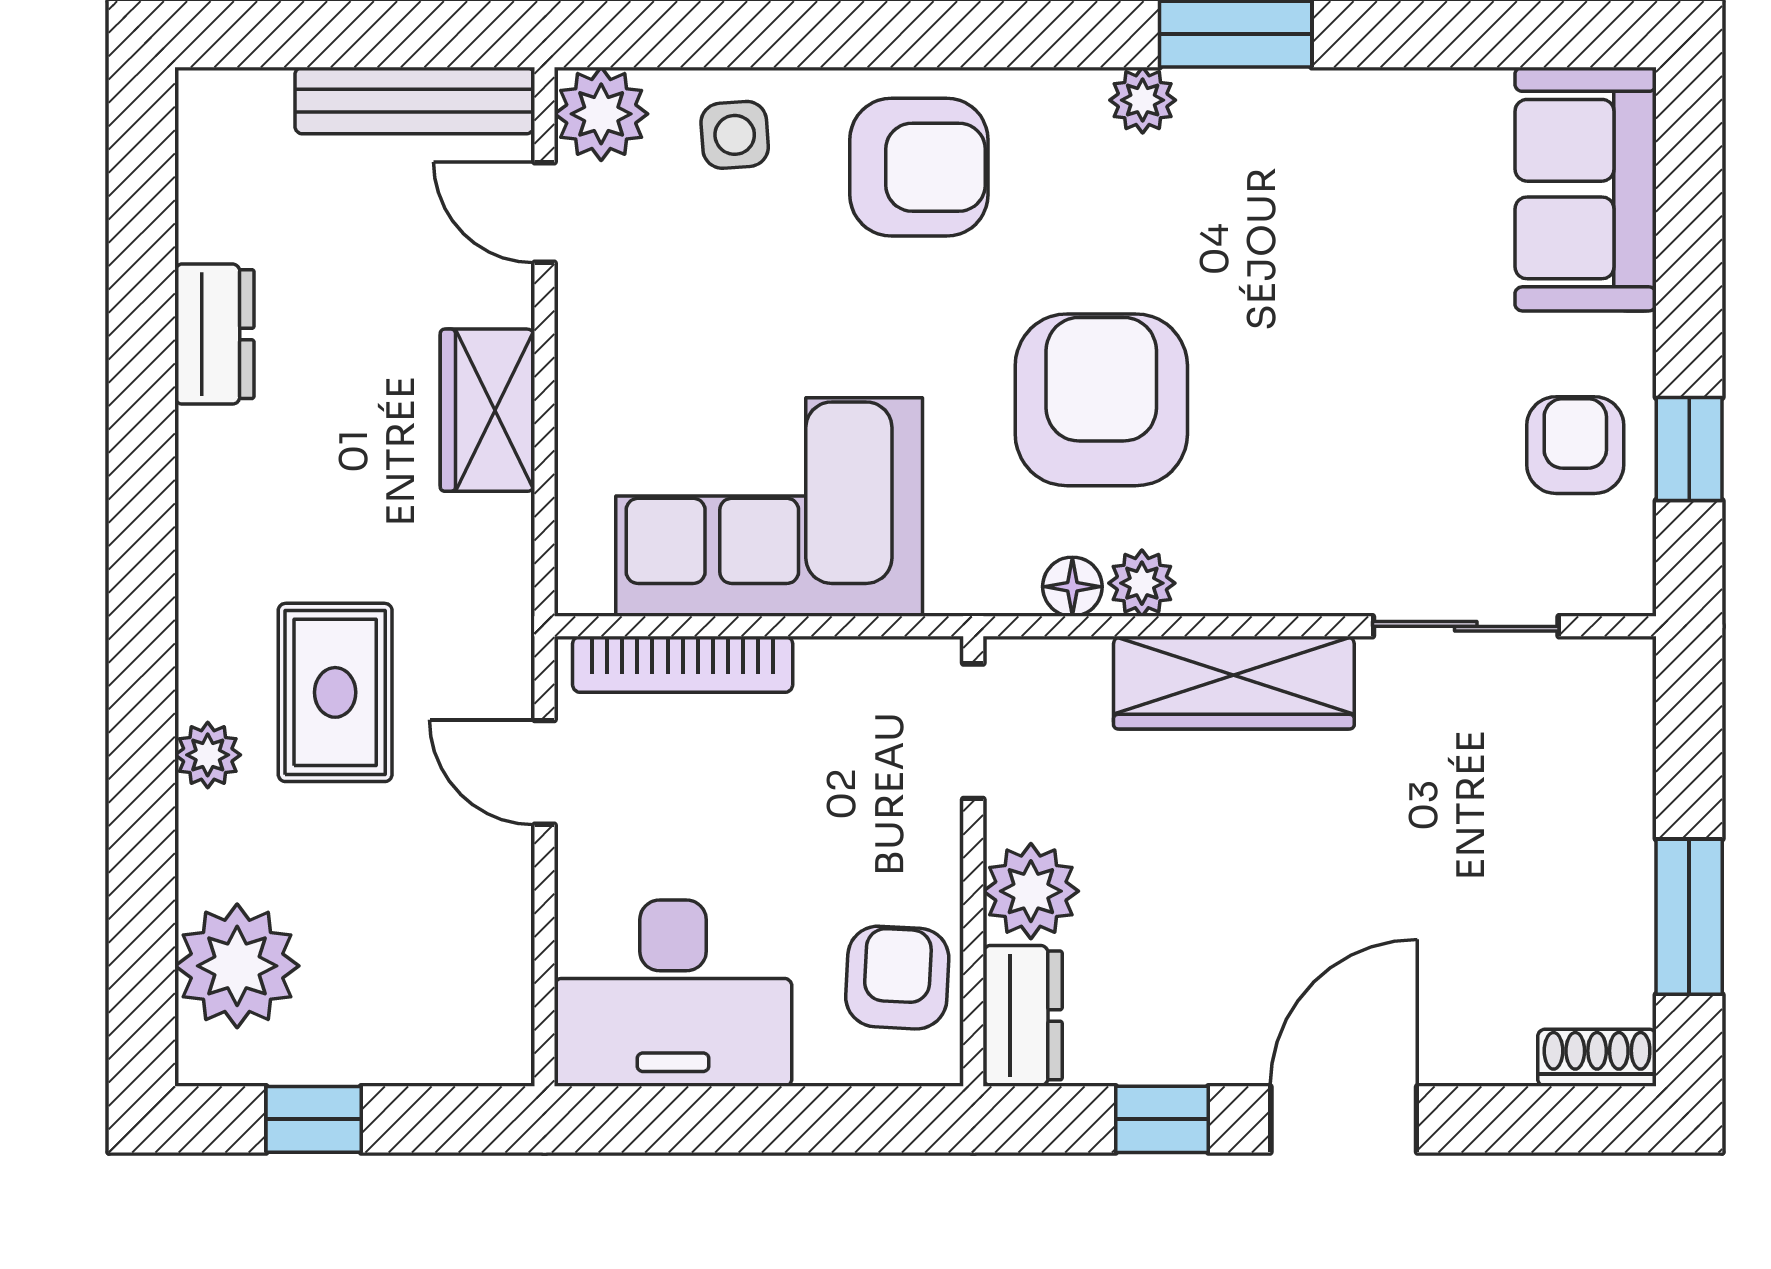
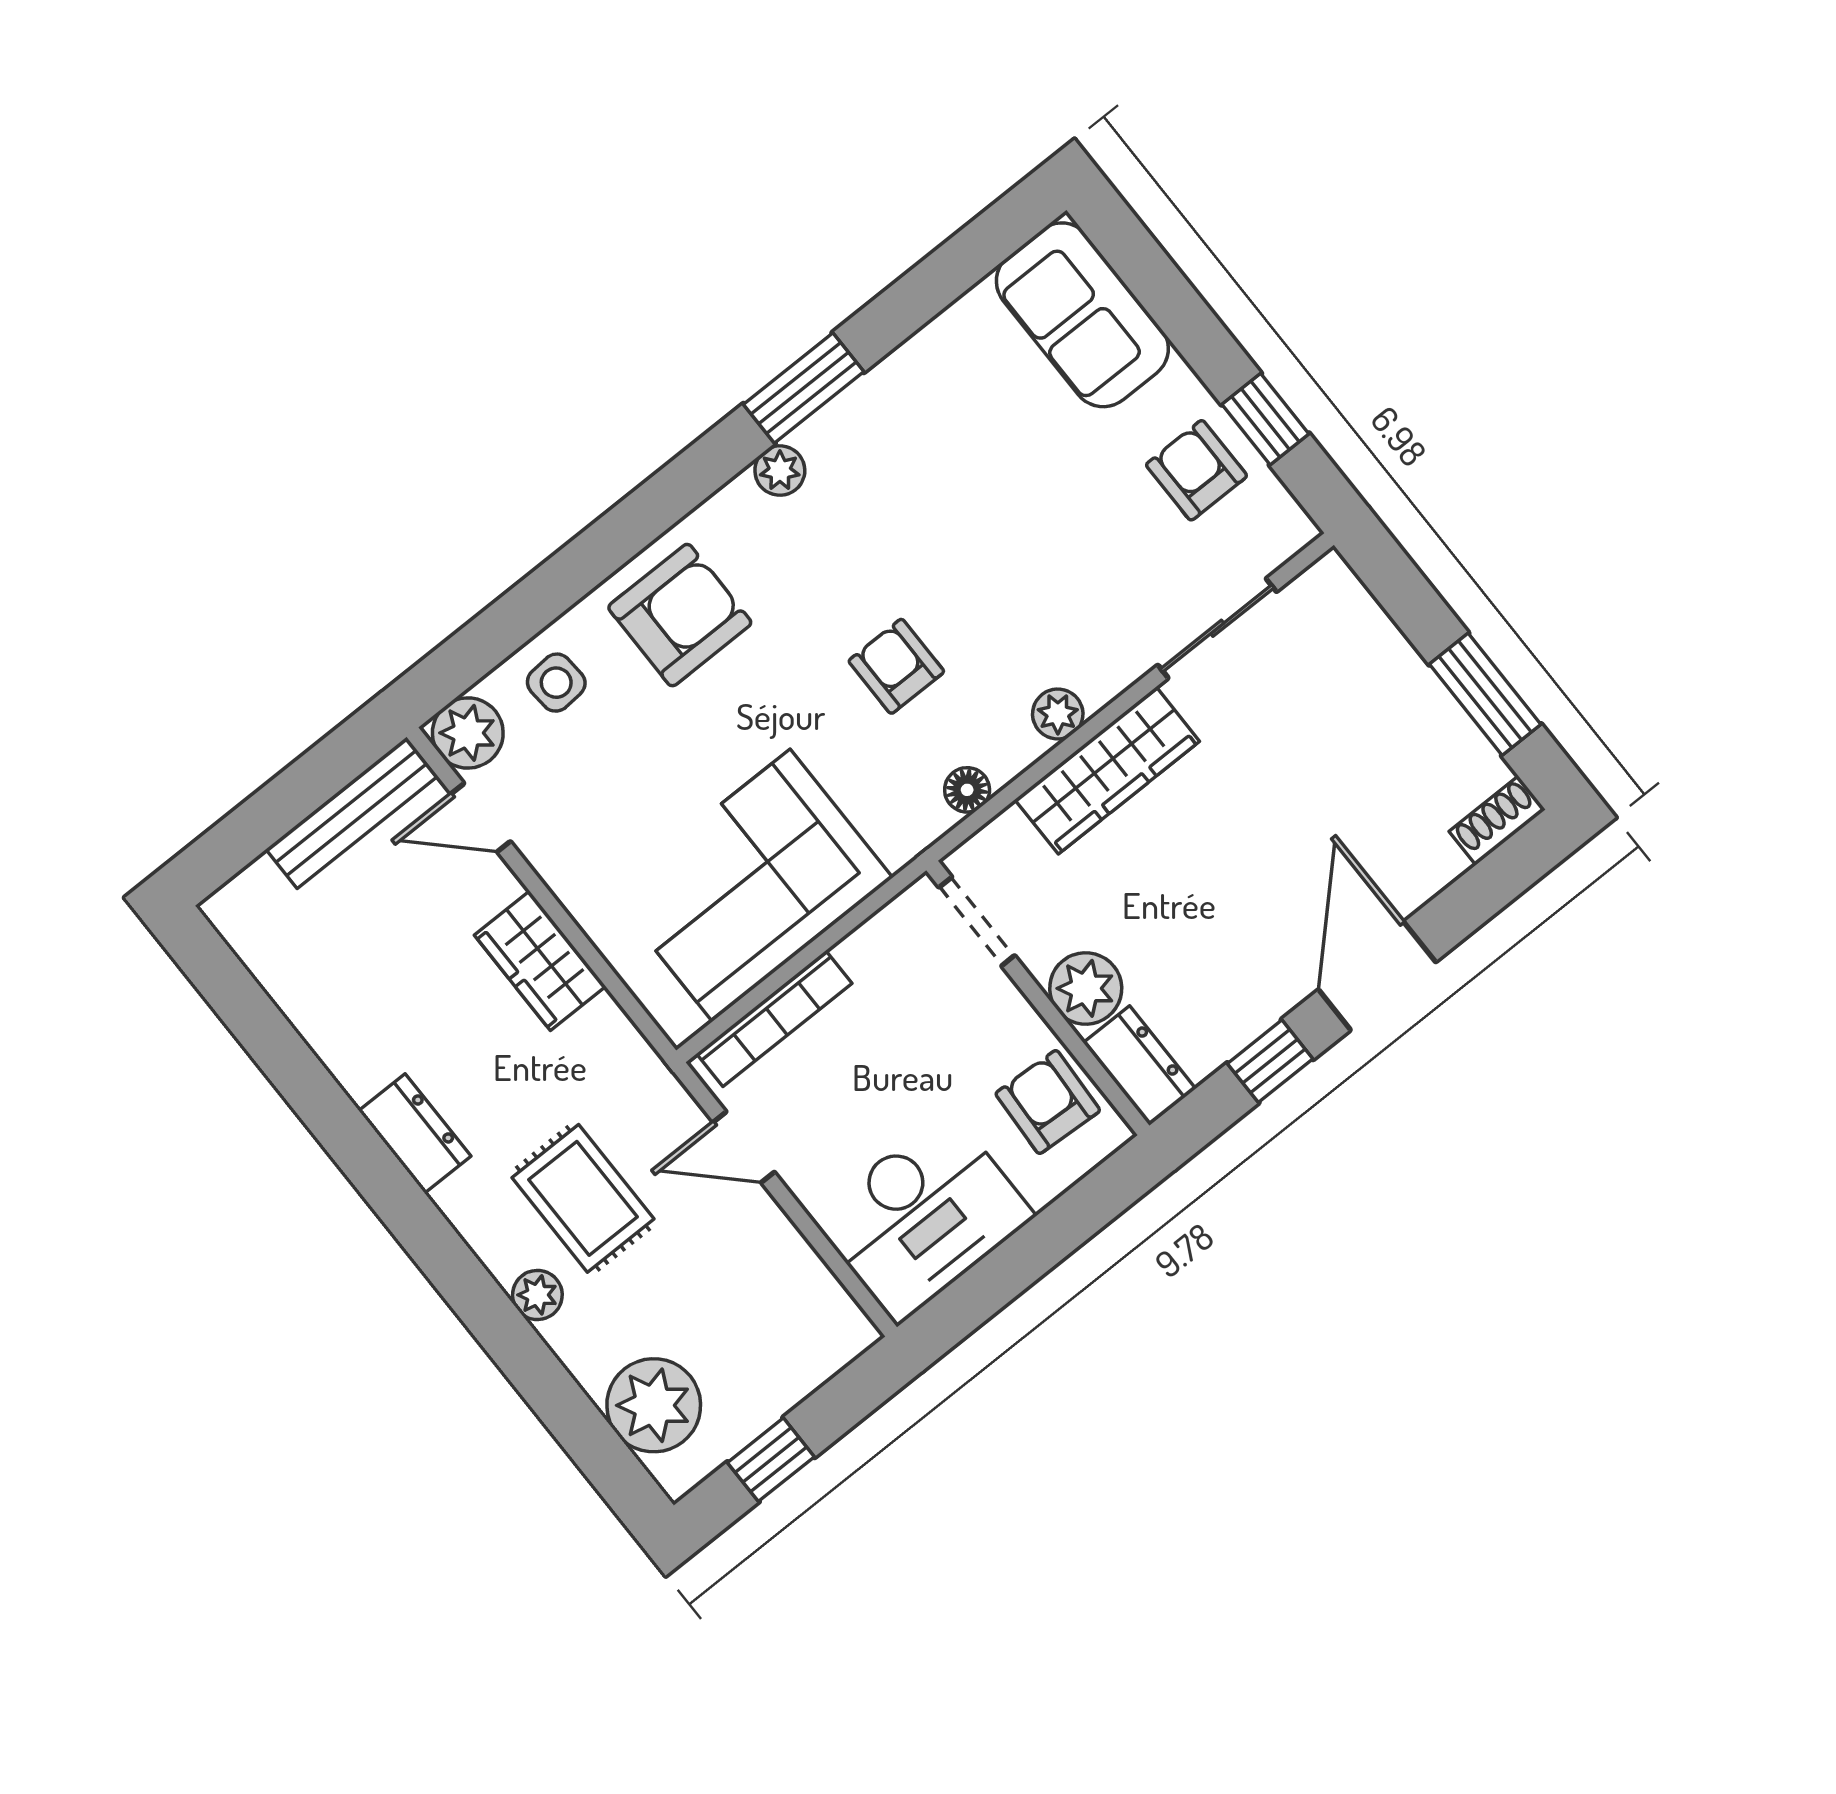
dresser: (214, 334) -> (415, 1133), moved
armchair: (1101, 400) -> (896, 666), width x0.53, depth x0.53
plant: (1142, 583) -> (1058, 714), moved

